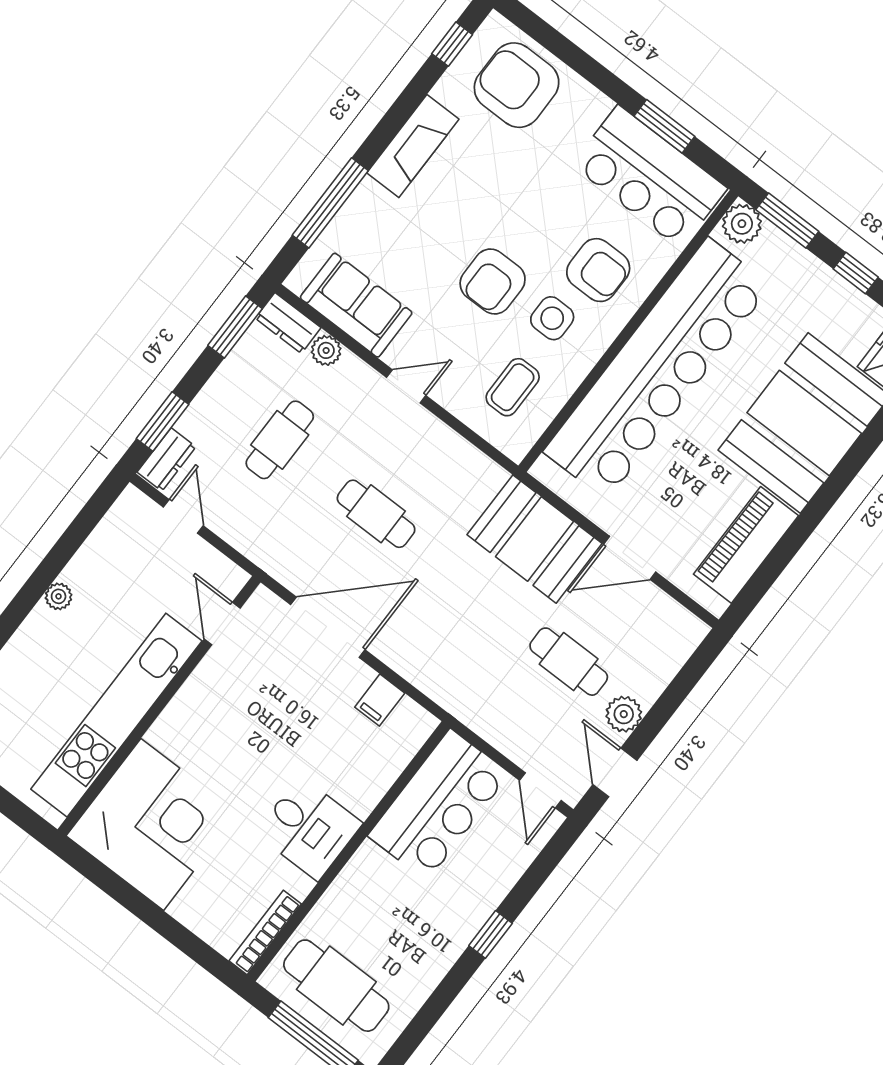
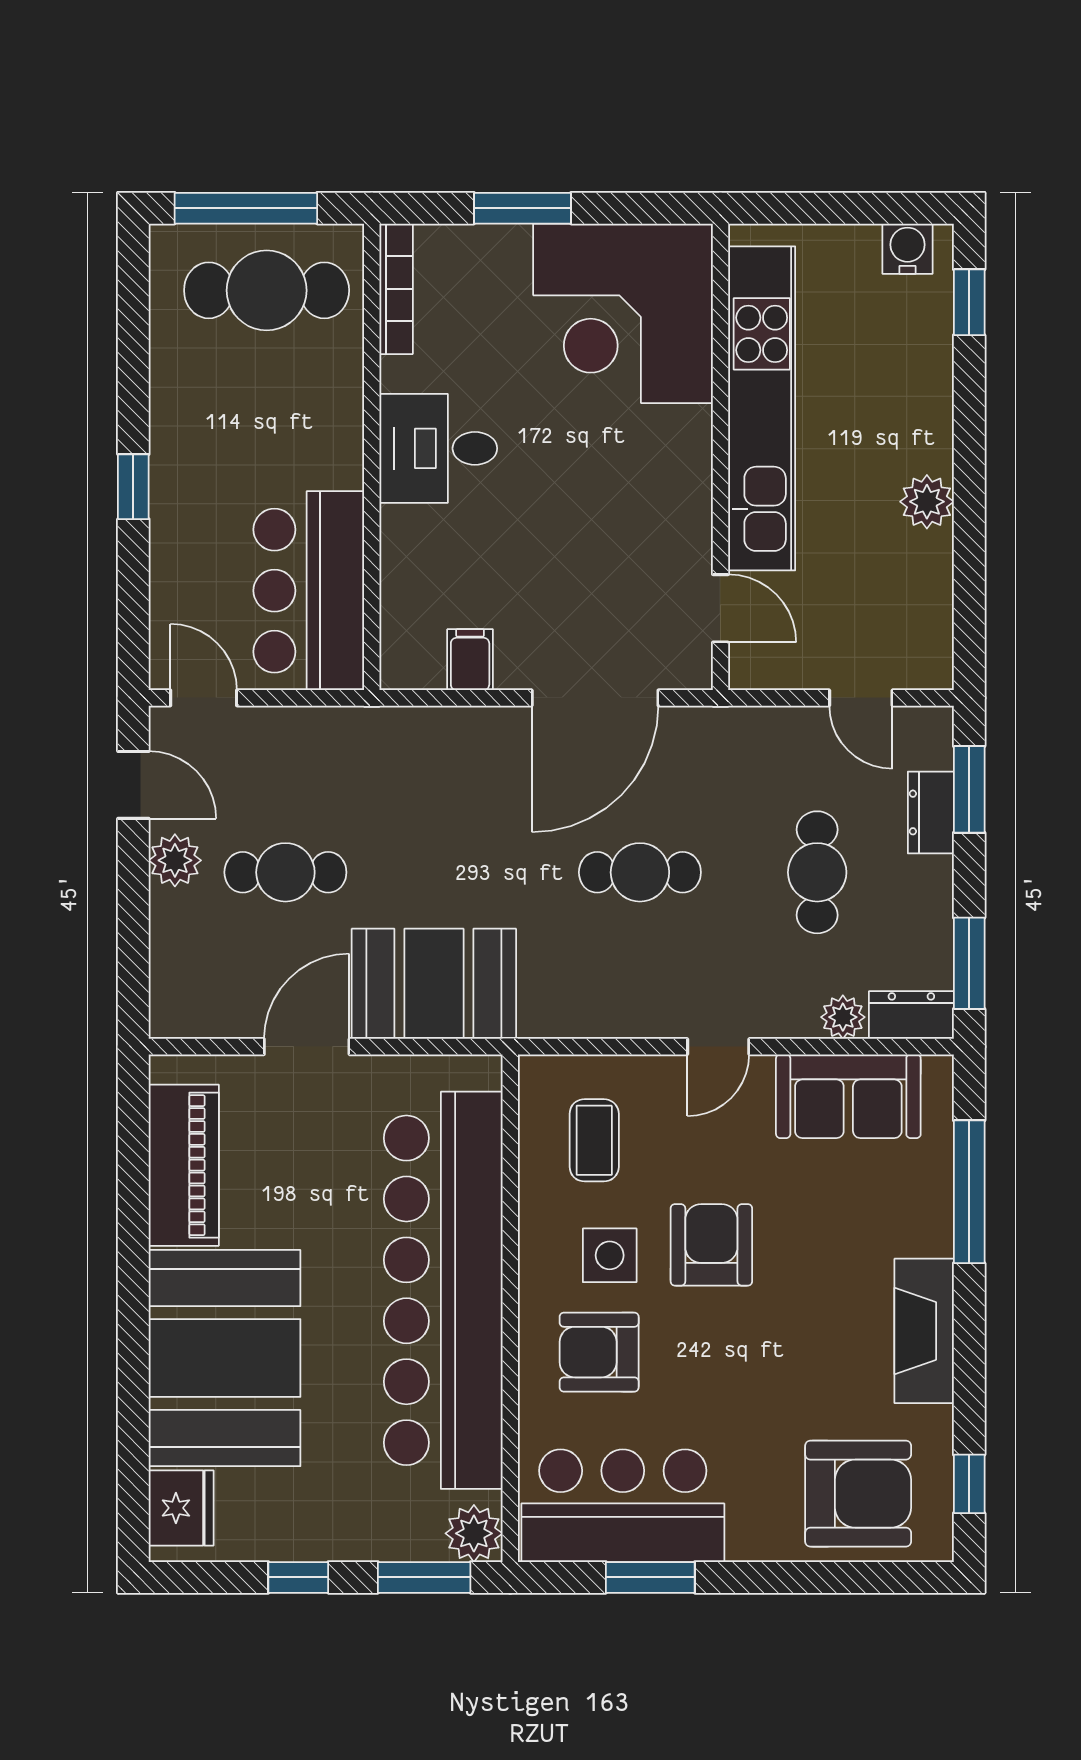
dresser: (167, 460) -> (931, 812), moved
plant: (59, 596) -> (927, 502), width x1.38, depth x1.38
window: (163, 924) -> (522, 208), added

